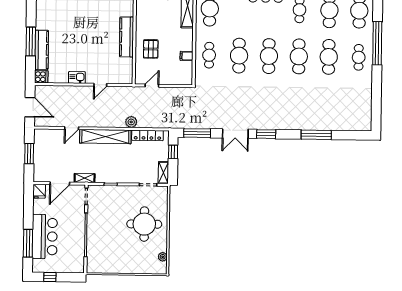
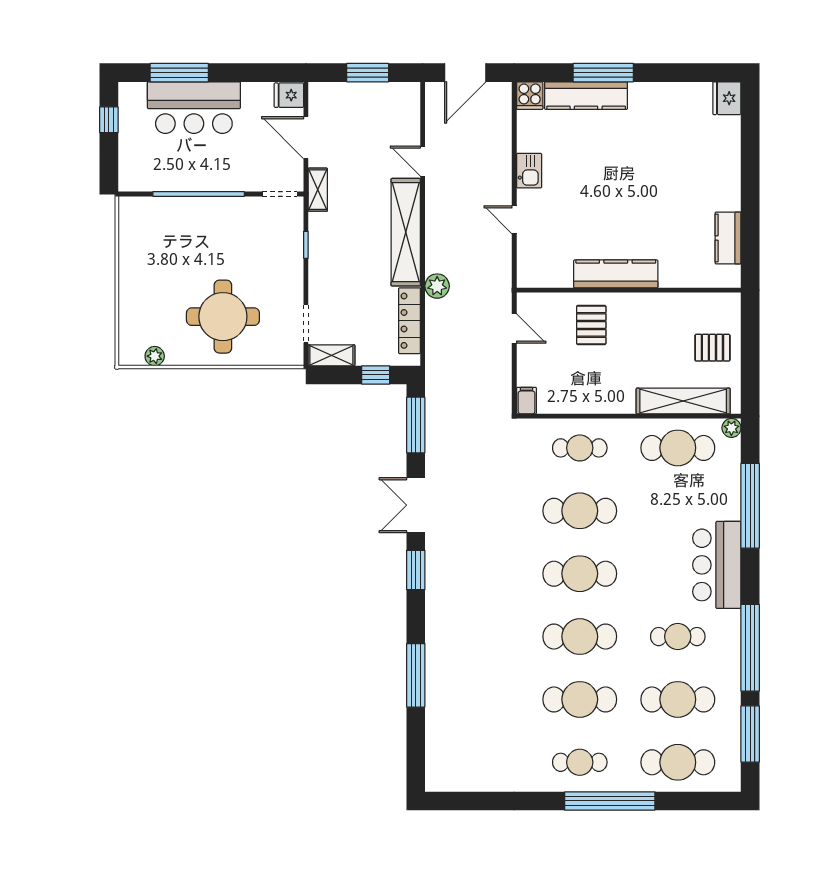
pallet: (151, 49) -> (591, 325), turned 90
filing cabinet: (187, 56) -> (527, 401), moved

